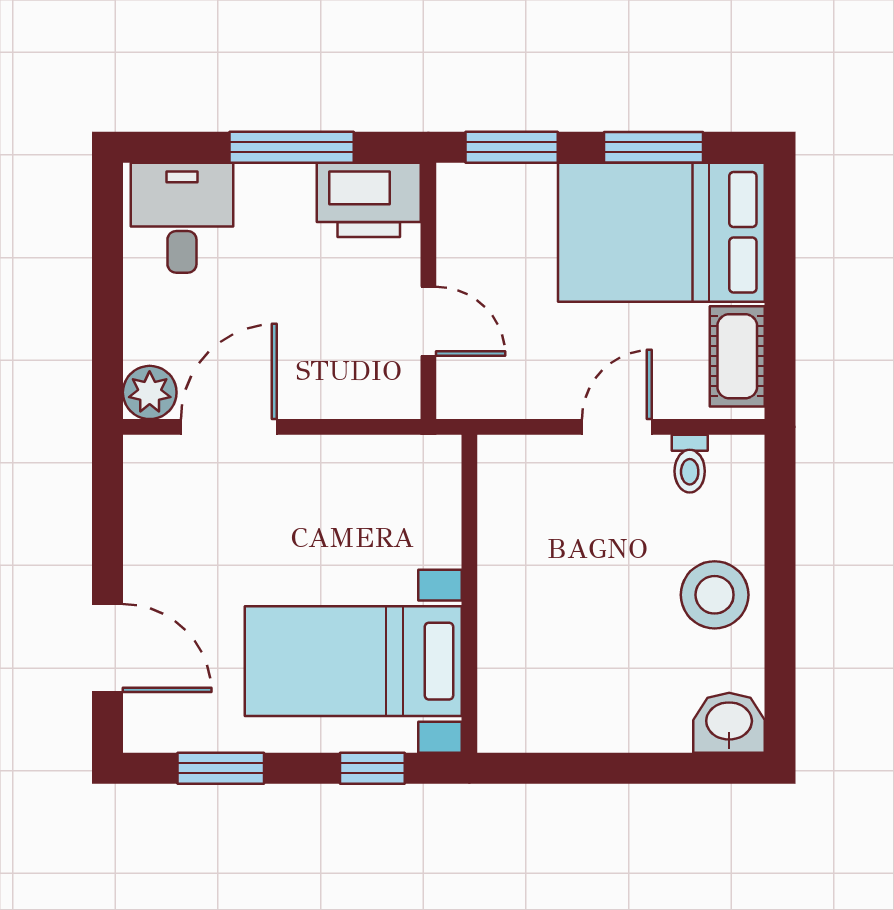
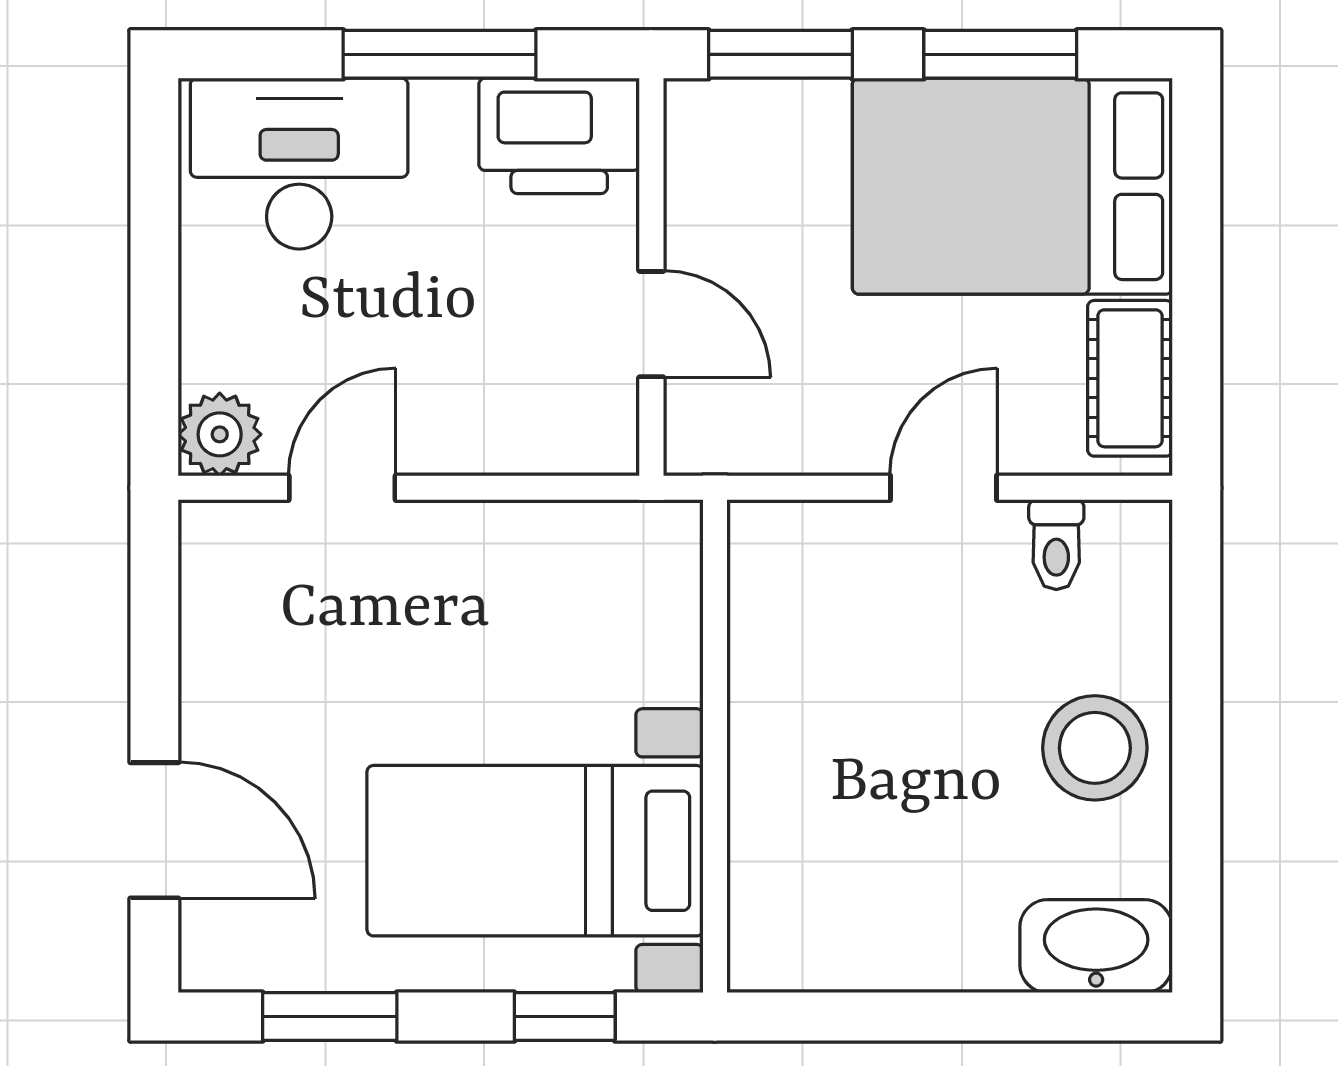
desk: (182, 218) -> (299, 164), width x1.37
door: (229, 427) -> (342, 488), width x0.73
washbasin: (729, 723) -> (1096, 946), width x1.38

